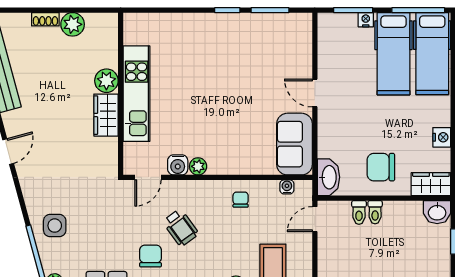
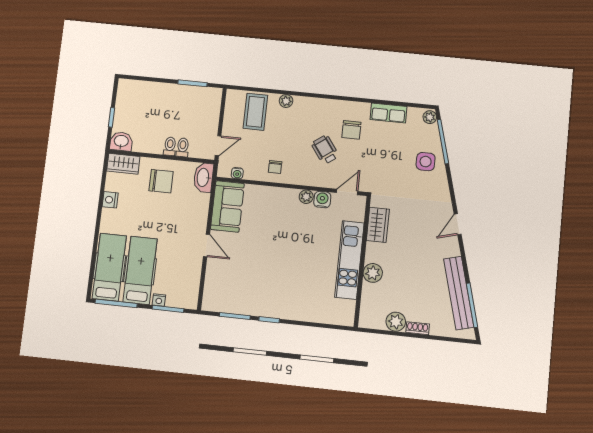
wardrobe: (106, 115) -> (378, 225), moved

